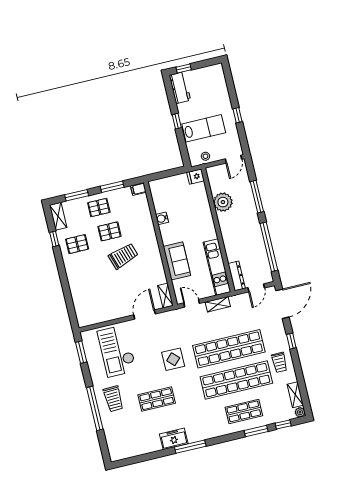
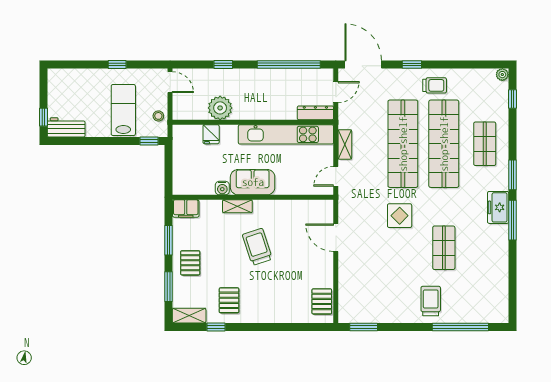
window: (177, 121) -> (149, 141), moved
fridge: (196, 177) -> (211, 134), moved
filing cabinet: (138, 189) -> (186, 208), width x2.00
window: (257, 197) -> (223, 64), width x0.46
pallet: (109, 231) -> (322, 301), moved
sofa: (177, 261) -> (253, 182), moved
kitchen unit: (217, 267) -> (286, 134), width x1.36
door: (256, 288) -> (336, 92), hinge flipped
shelving: (166, 296) -> (237, 206), moved
checkout: (117, 351) -> (373, 283), removed
shelving: (295, 395) -> (479, 75), removed
trolley: (113, 399) -> (431, 301), turned -88
window: (95, 408) -> (460, 327), moved
window: (256, 431) -> (512, 175), moved
freezer: (174, 439) -> (498, 207), moved

